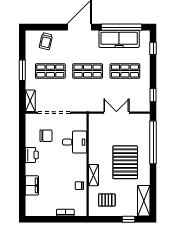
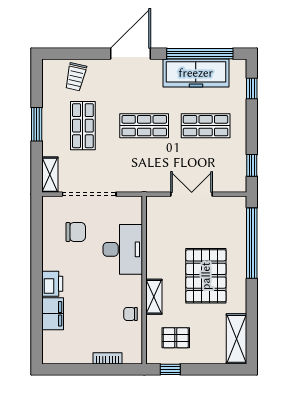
shop shelf: (50, 71) -> (83, 126), turned 90
desk: (75, 142) -> (123, 249), width x1.37
printer: (32, 155) -> (52, 284), moved
window: (128, 219) -> (170, 369), moved

